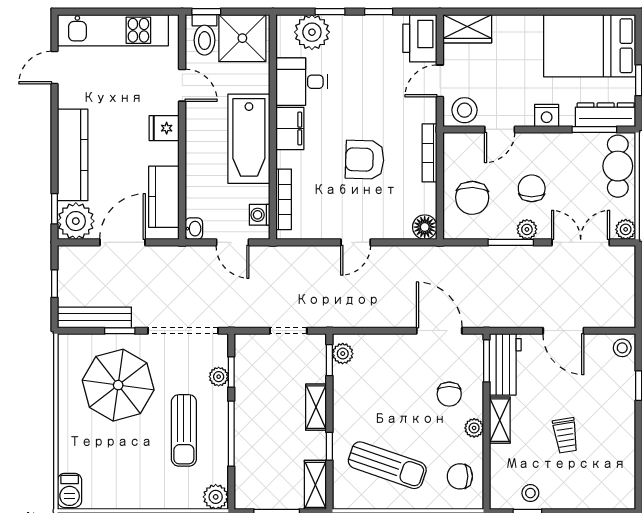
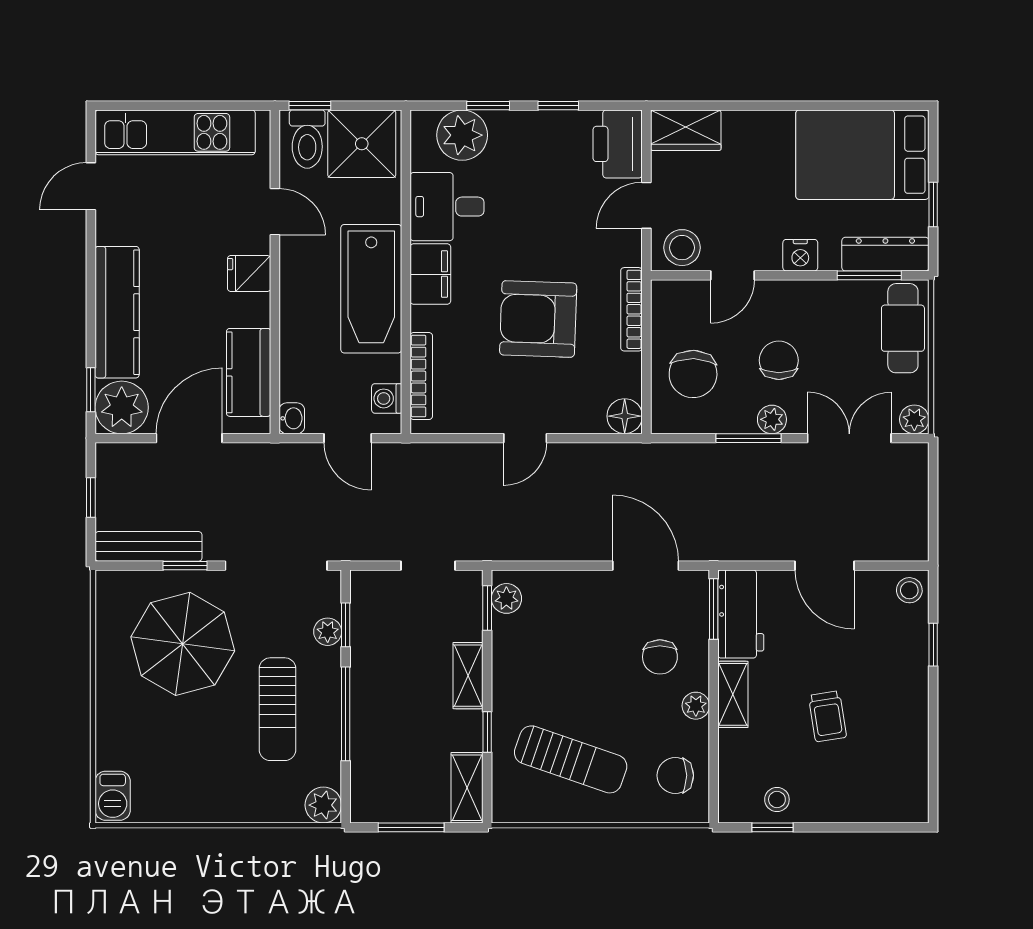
armchair: (365, 160) -> (538, 319), width x1.36, depth x1.36

